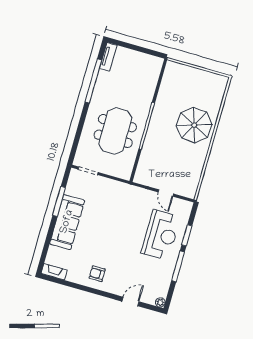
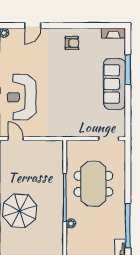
plant: (148, 99) -> (71, 223), added
door: (166, 193) -> (16, 139), moved
window: (59, 201) -> (128, 70), moved

